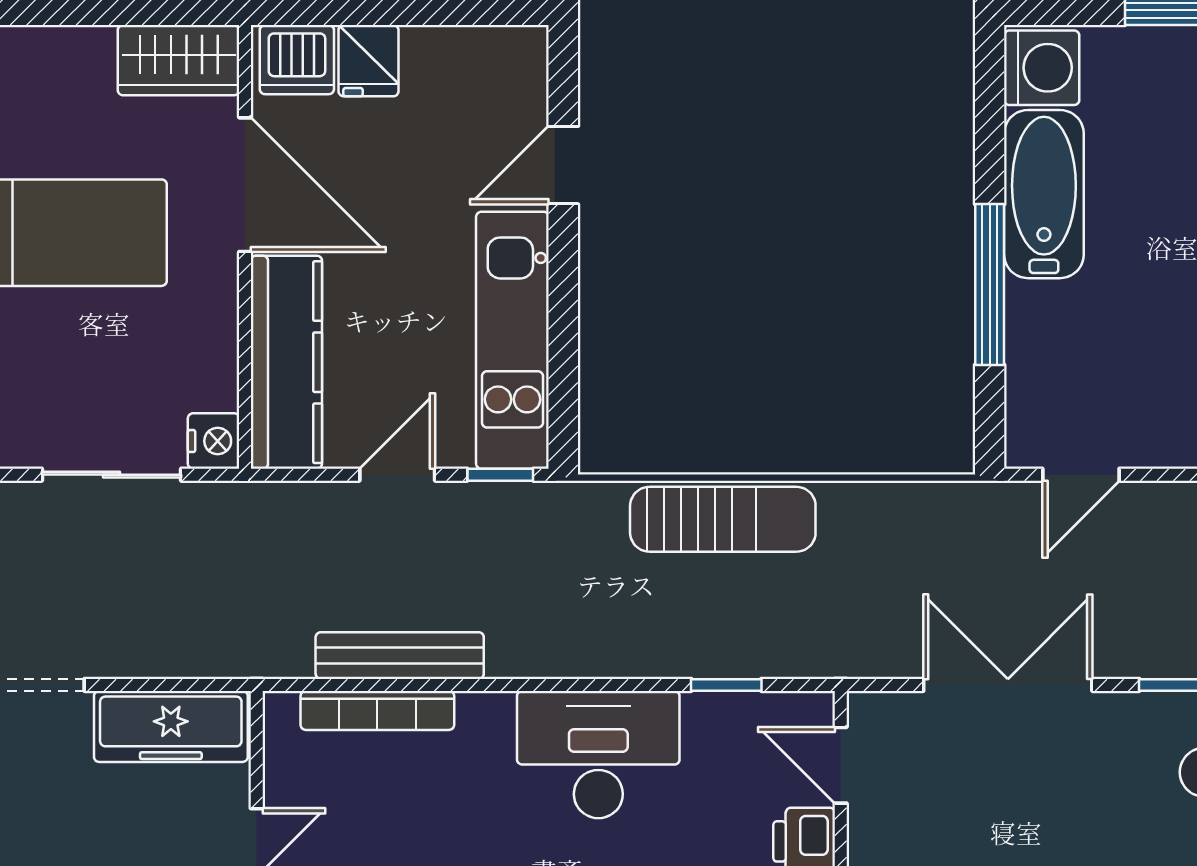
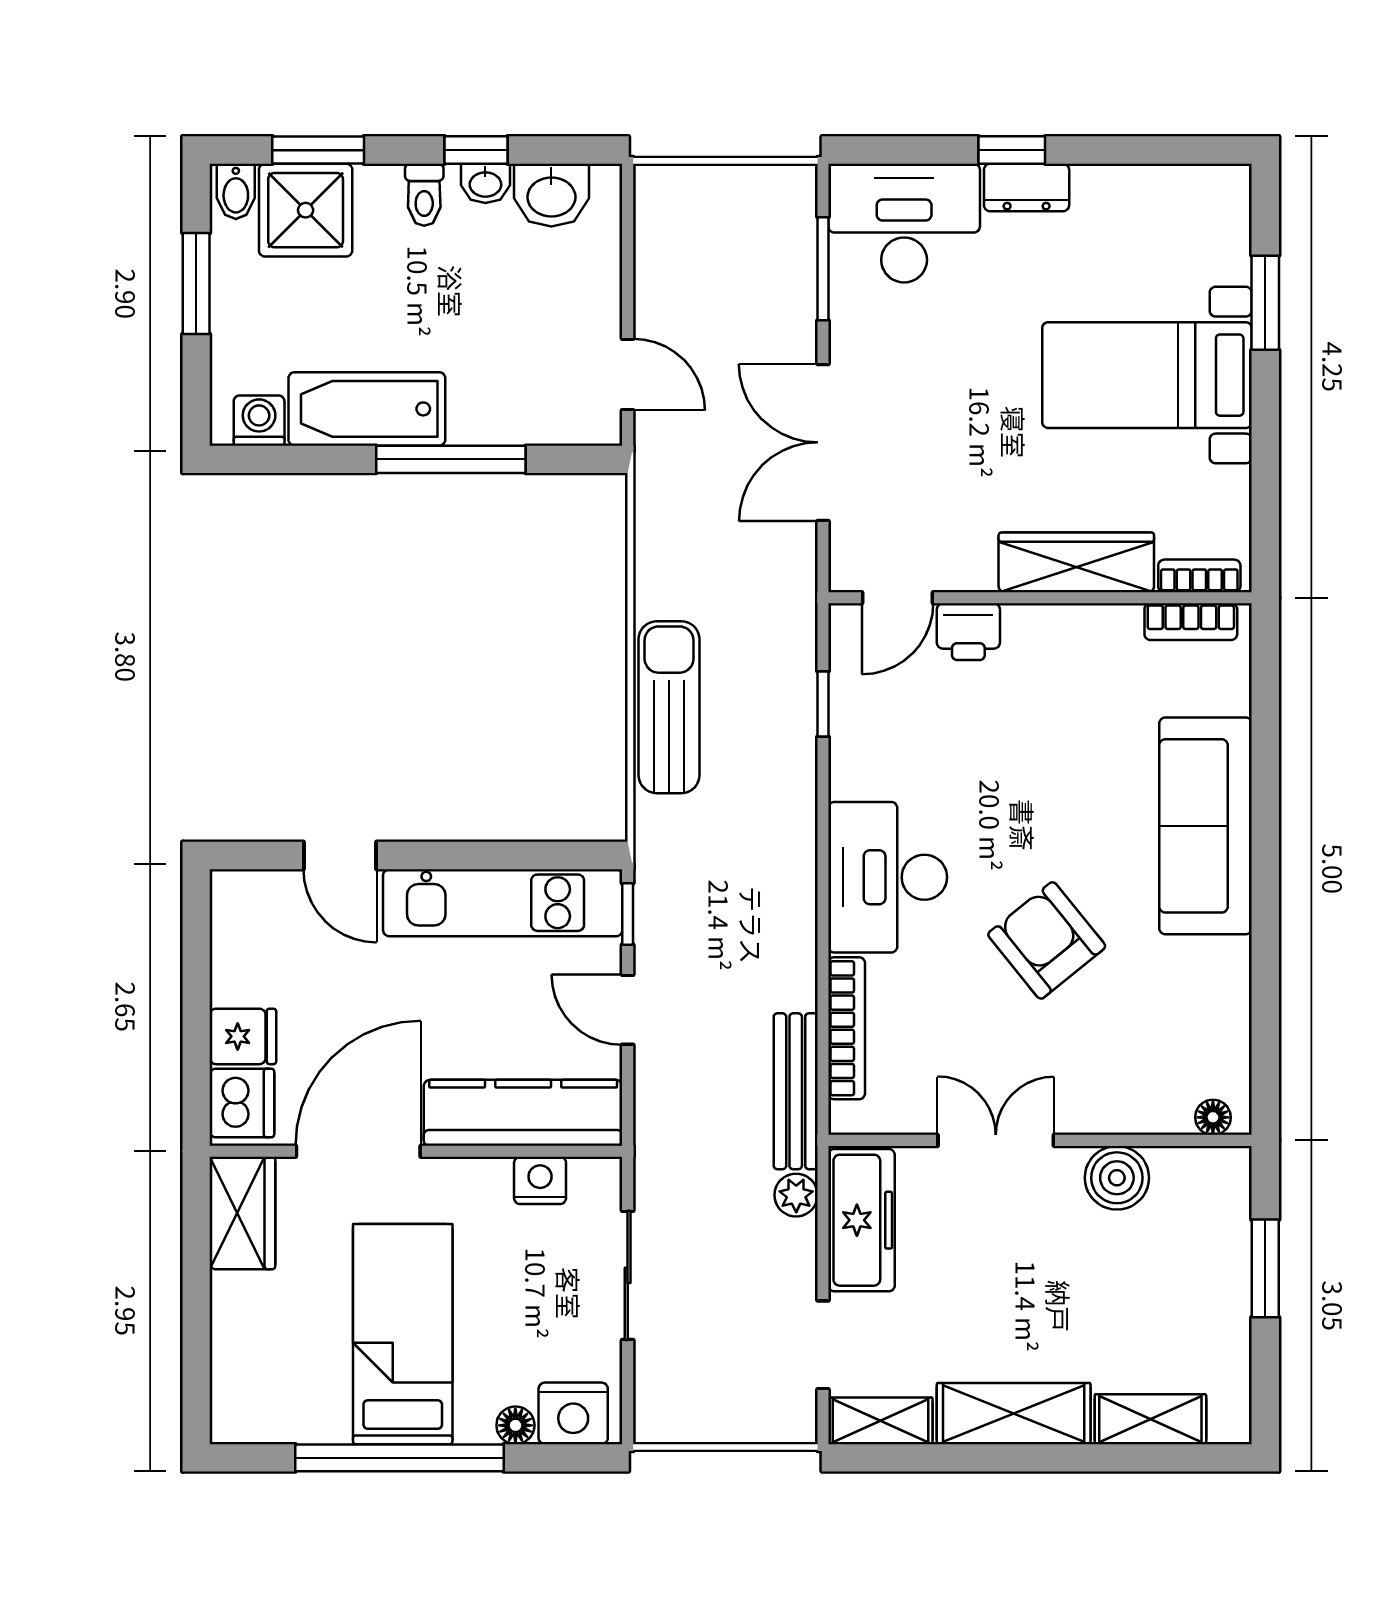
washing machine: (1042, 68) -> (259, 421), width x0.73, depth x0.73
nightstand: (214, 441) -> (540, 1180), moved
plant: (198, 656) -> (796, 1195), added
bench: (400, 656) -> (796, 1091), moved
desk: (598, 755) -> (888, 877), moved

